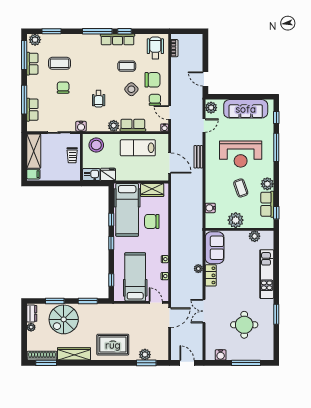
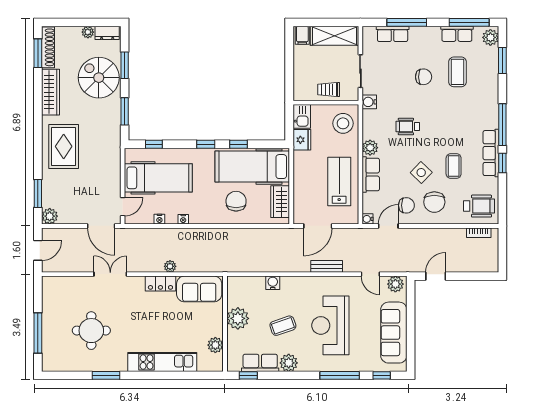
water cooler: (210, 208) -> (273, 283), moved
plant: (145, 355) -> (50, 216), moved
water cooler: (221, 355) -> (49, 297), removed

